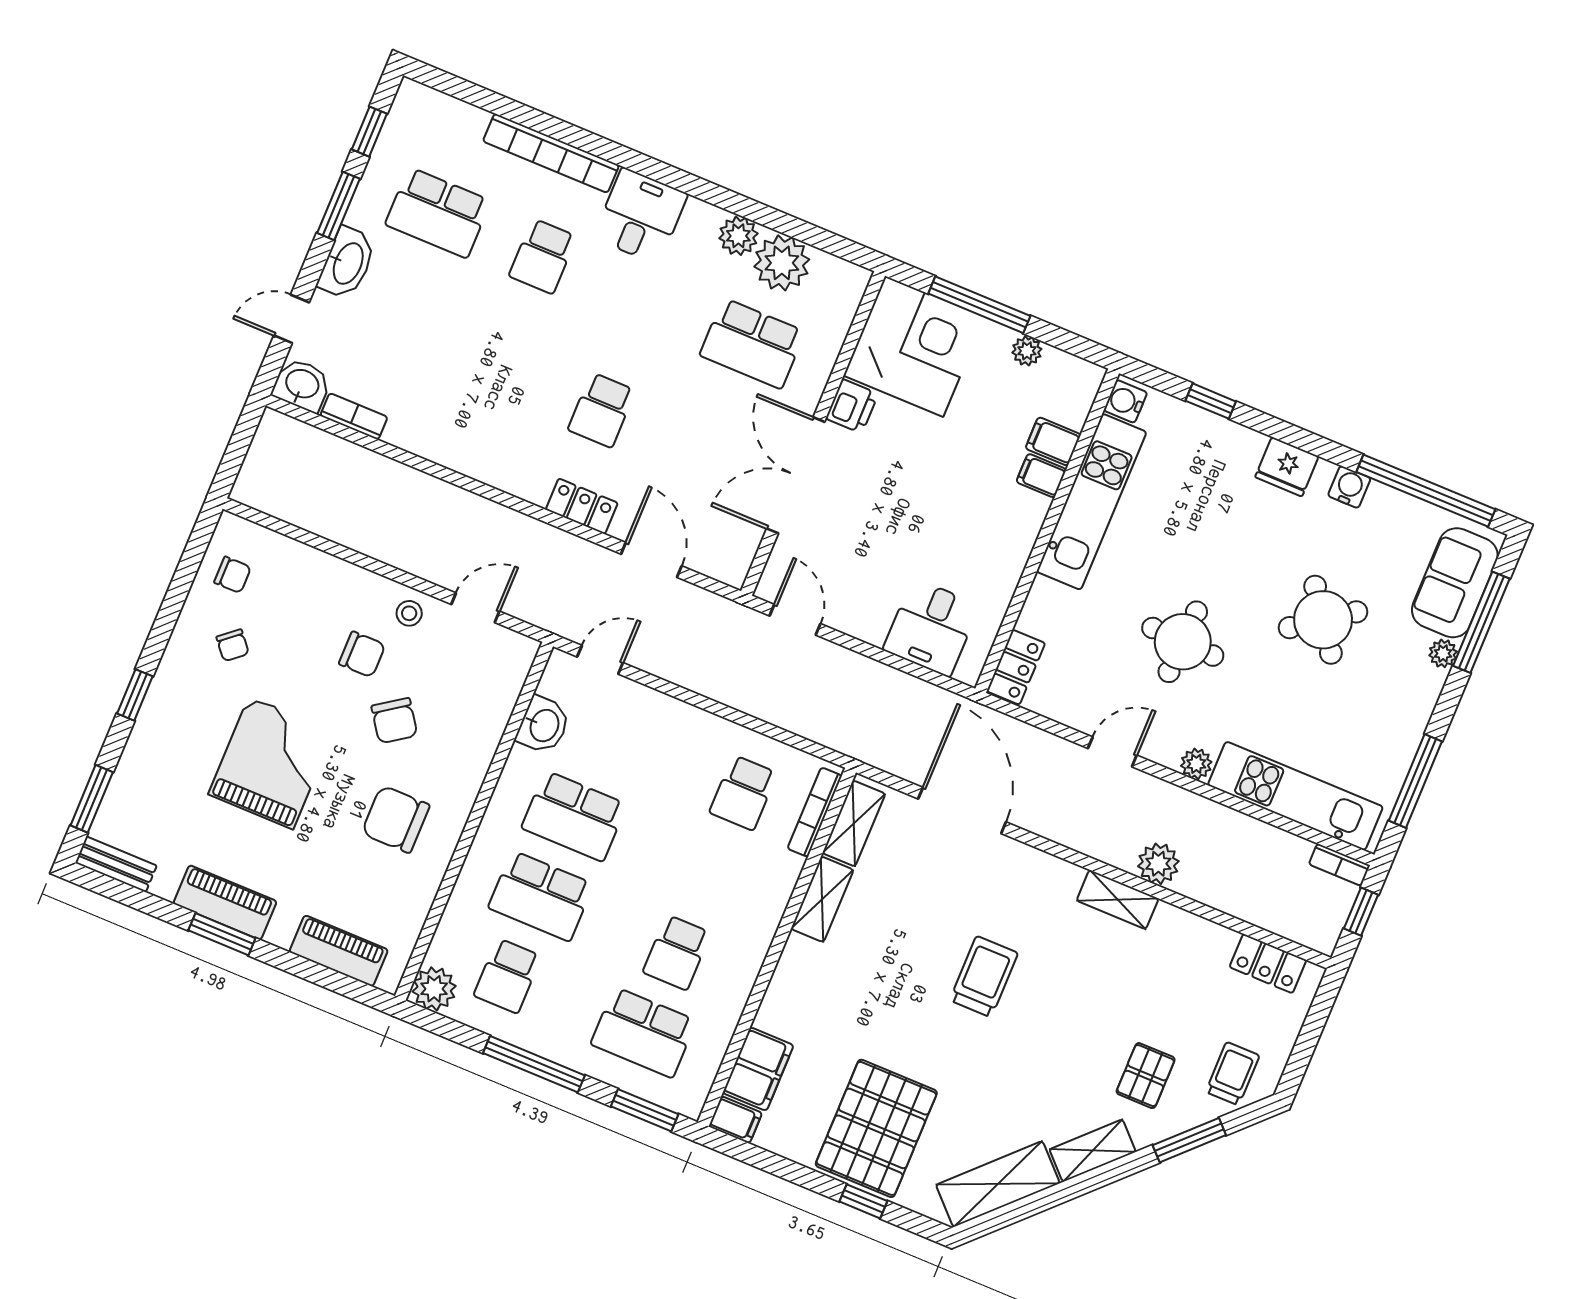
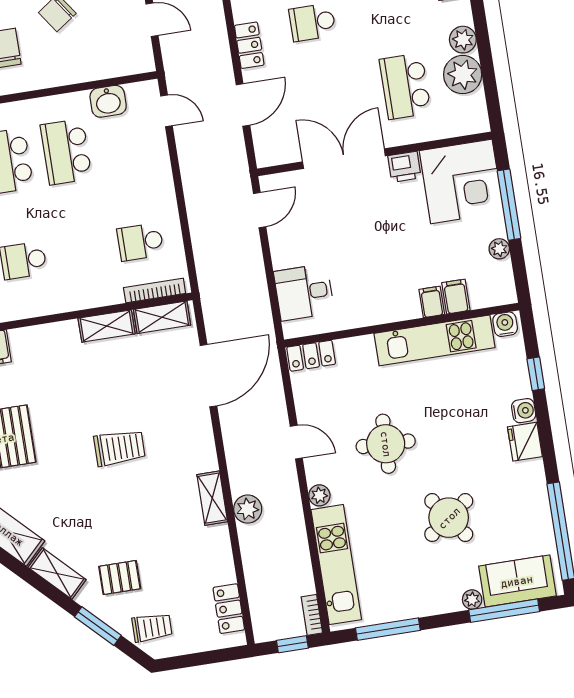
water cooler: (1349, 487) -> (524, 411), moved

